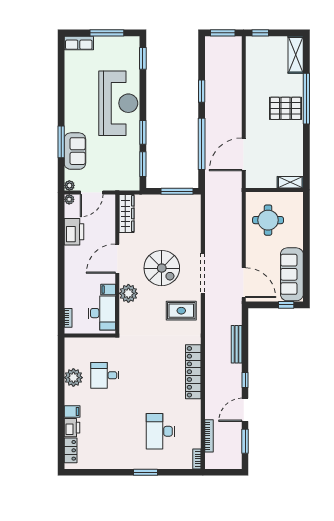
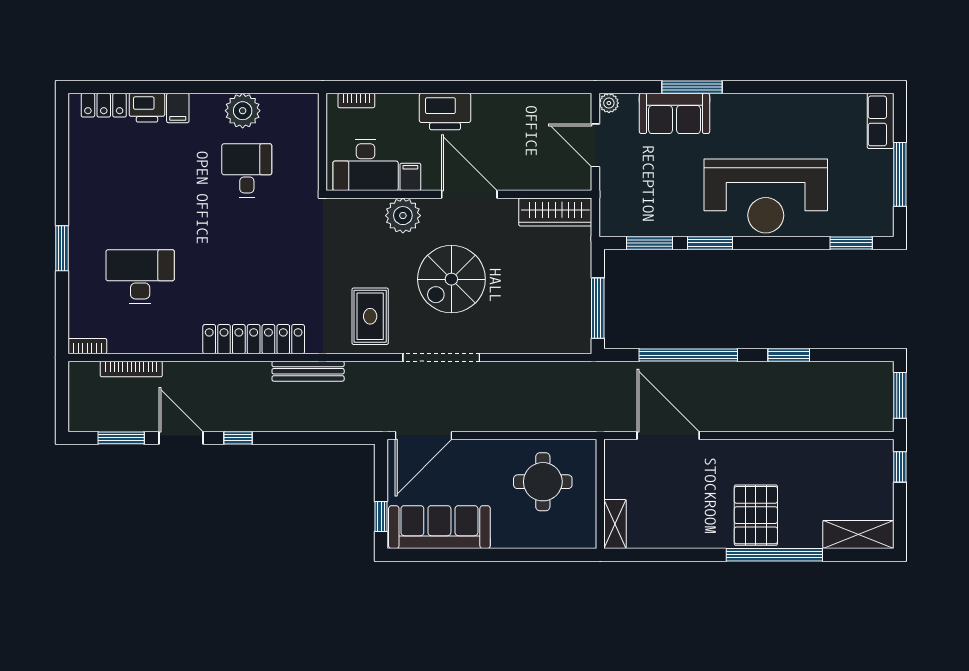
plant: (69, 199) -> (582, 103), removed
printer: (74, 232) -> (445, 112), moved
bench: (237, 344) -> (308, 371), moved

